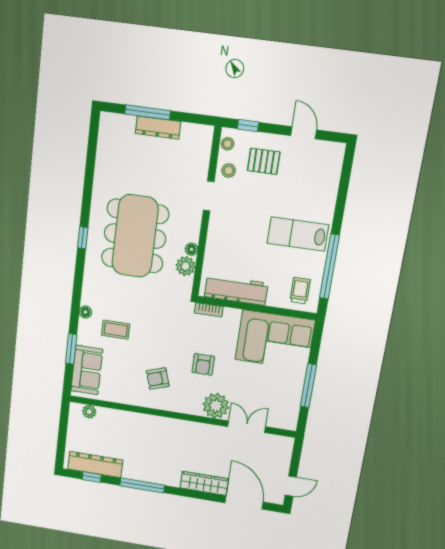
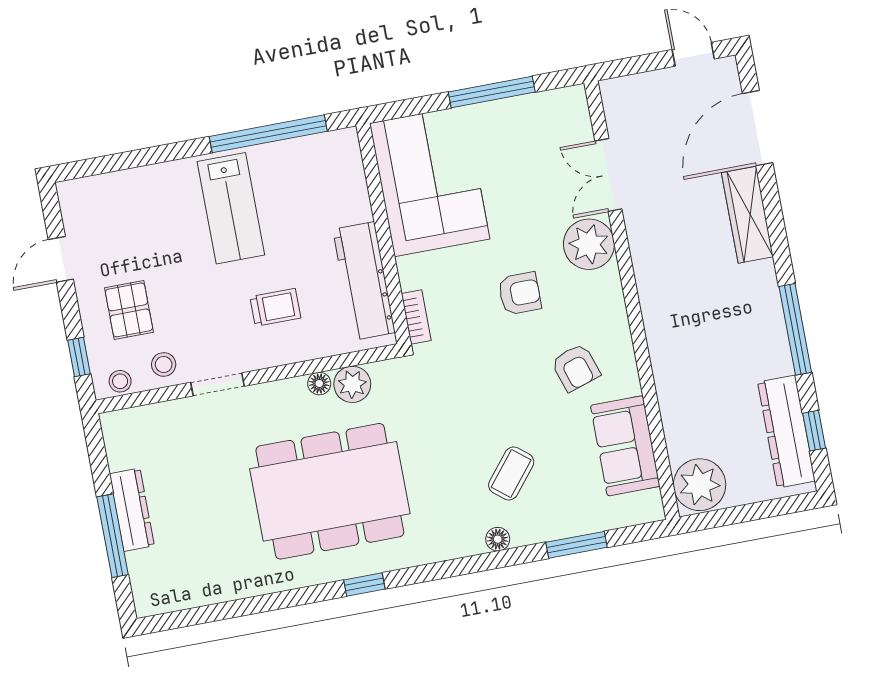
trolley: (300, 291) -> (275, 307), moved, turned 180
coffee table: (116, 330) -> (511, 473), turned 39
sofa: (87, 370) -> (625, 446), moved, turned -90
plant: (89, 412) -> (700, 485), width x1.88, depth x1.88

